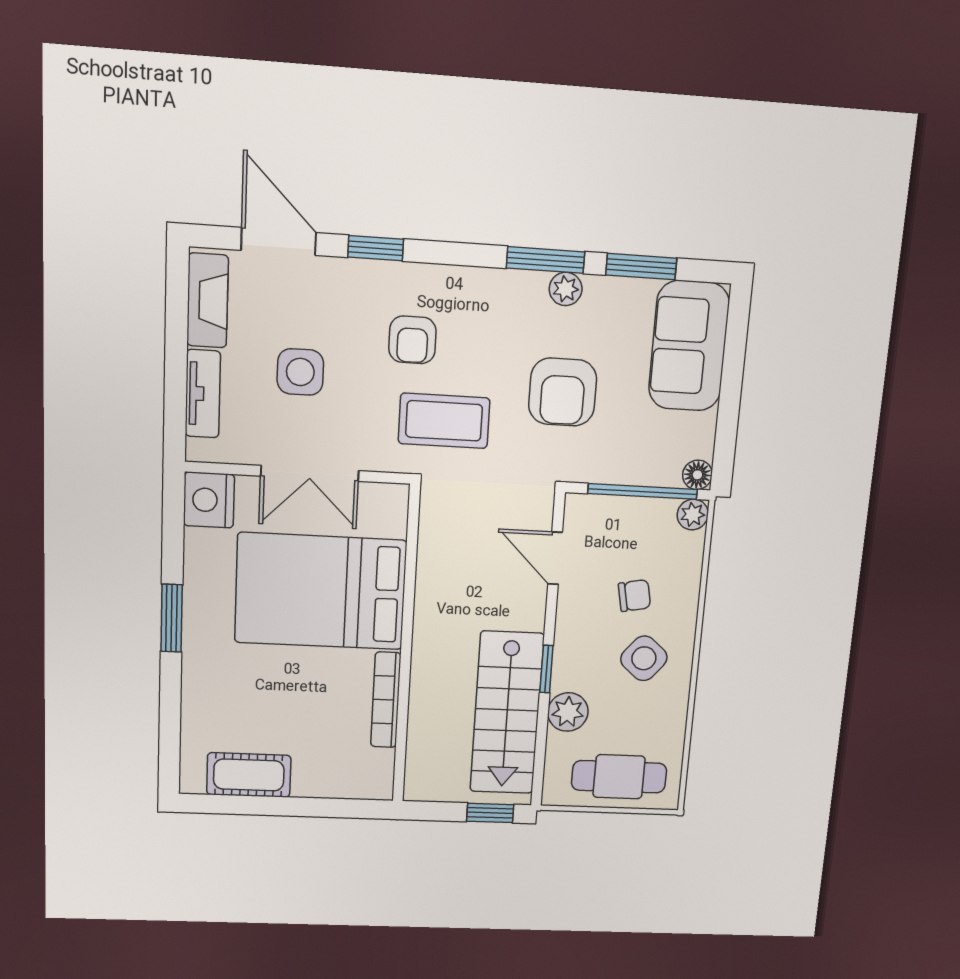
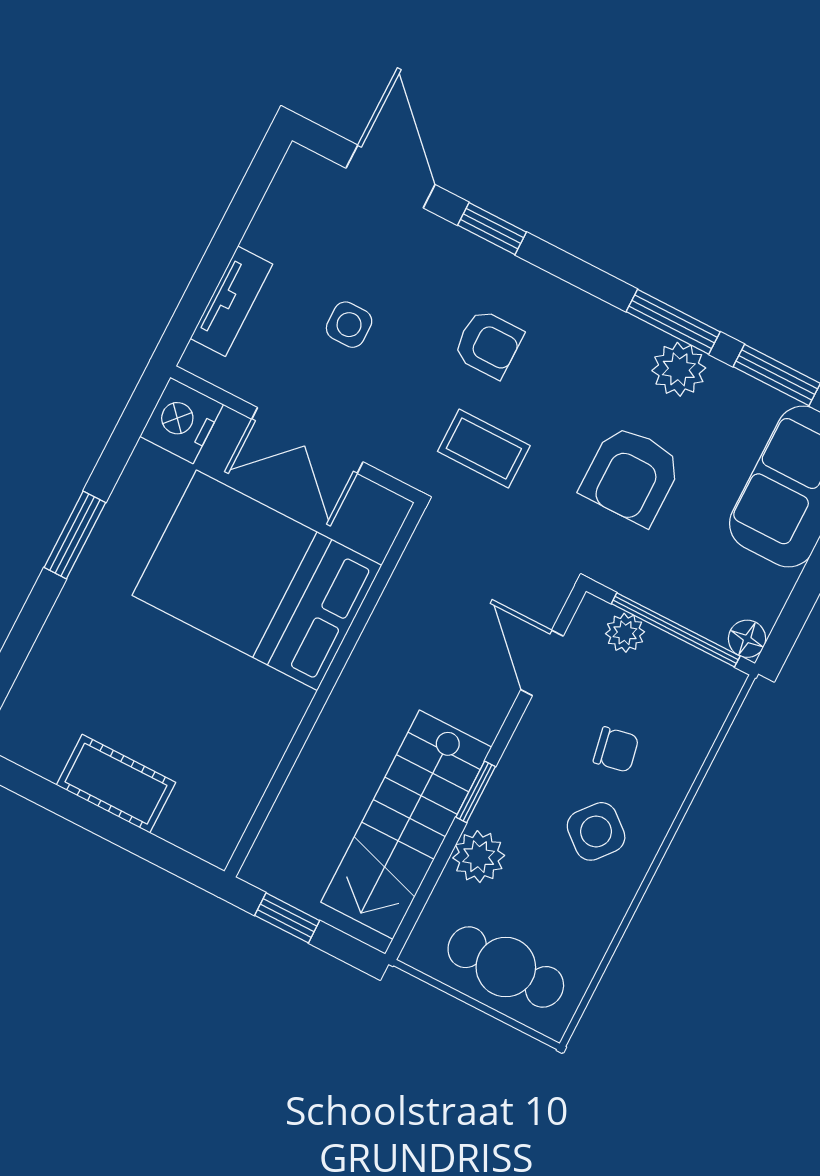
plant: (566, 289) -> (679, 369), width x1.38, depth x1.38
fireplace: (208, 301) -> (285, 205), removed
armchair: (412, 340) -> (488, 344), turned -90
side table: (300, 372) -> (349, 325), width x0.73, depth x0.73
coffee table: (444, 421) -> (484, 448), width x0.73, depth x0.77
plant: (693, 514) -> (625, 633), moved
bookcase: (386, 700) -> (272, 743), removed
cot: (249, 775) -> (116, 784), moved
window: (490, 813) -> (287, 918), moved

